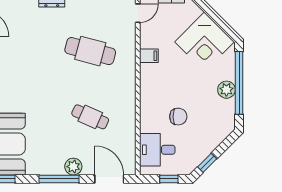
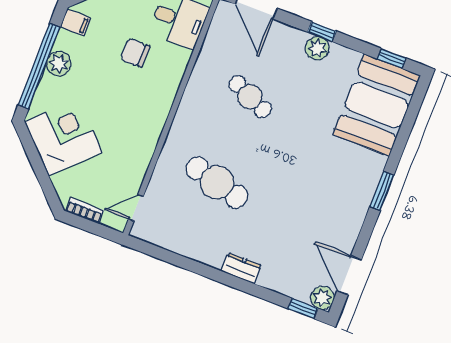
filing cabinet: (149, 56) -> (75, 23), moved, turned 180
plant: (73, 167) -> (317, 48), moved
window: (59, 179) -> (322, 32), width x0.46

